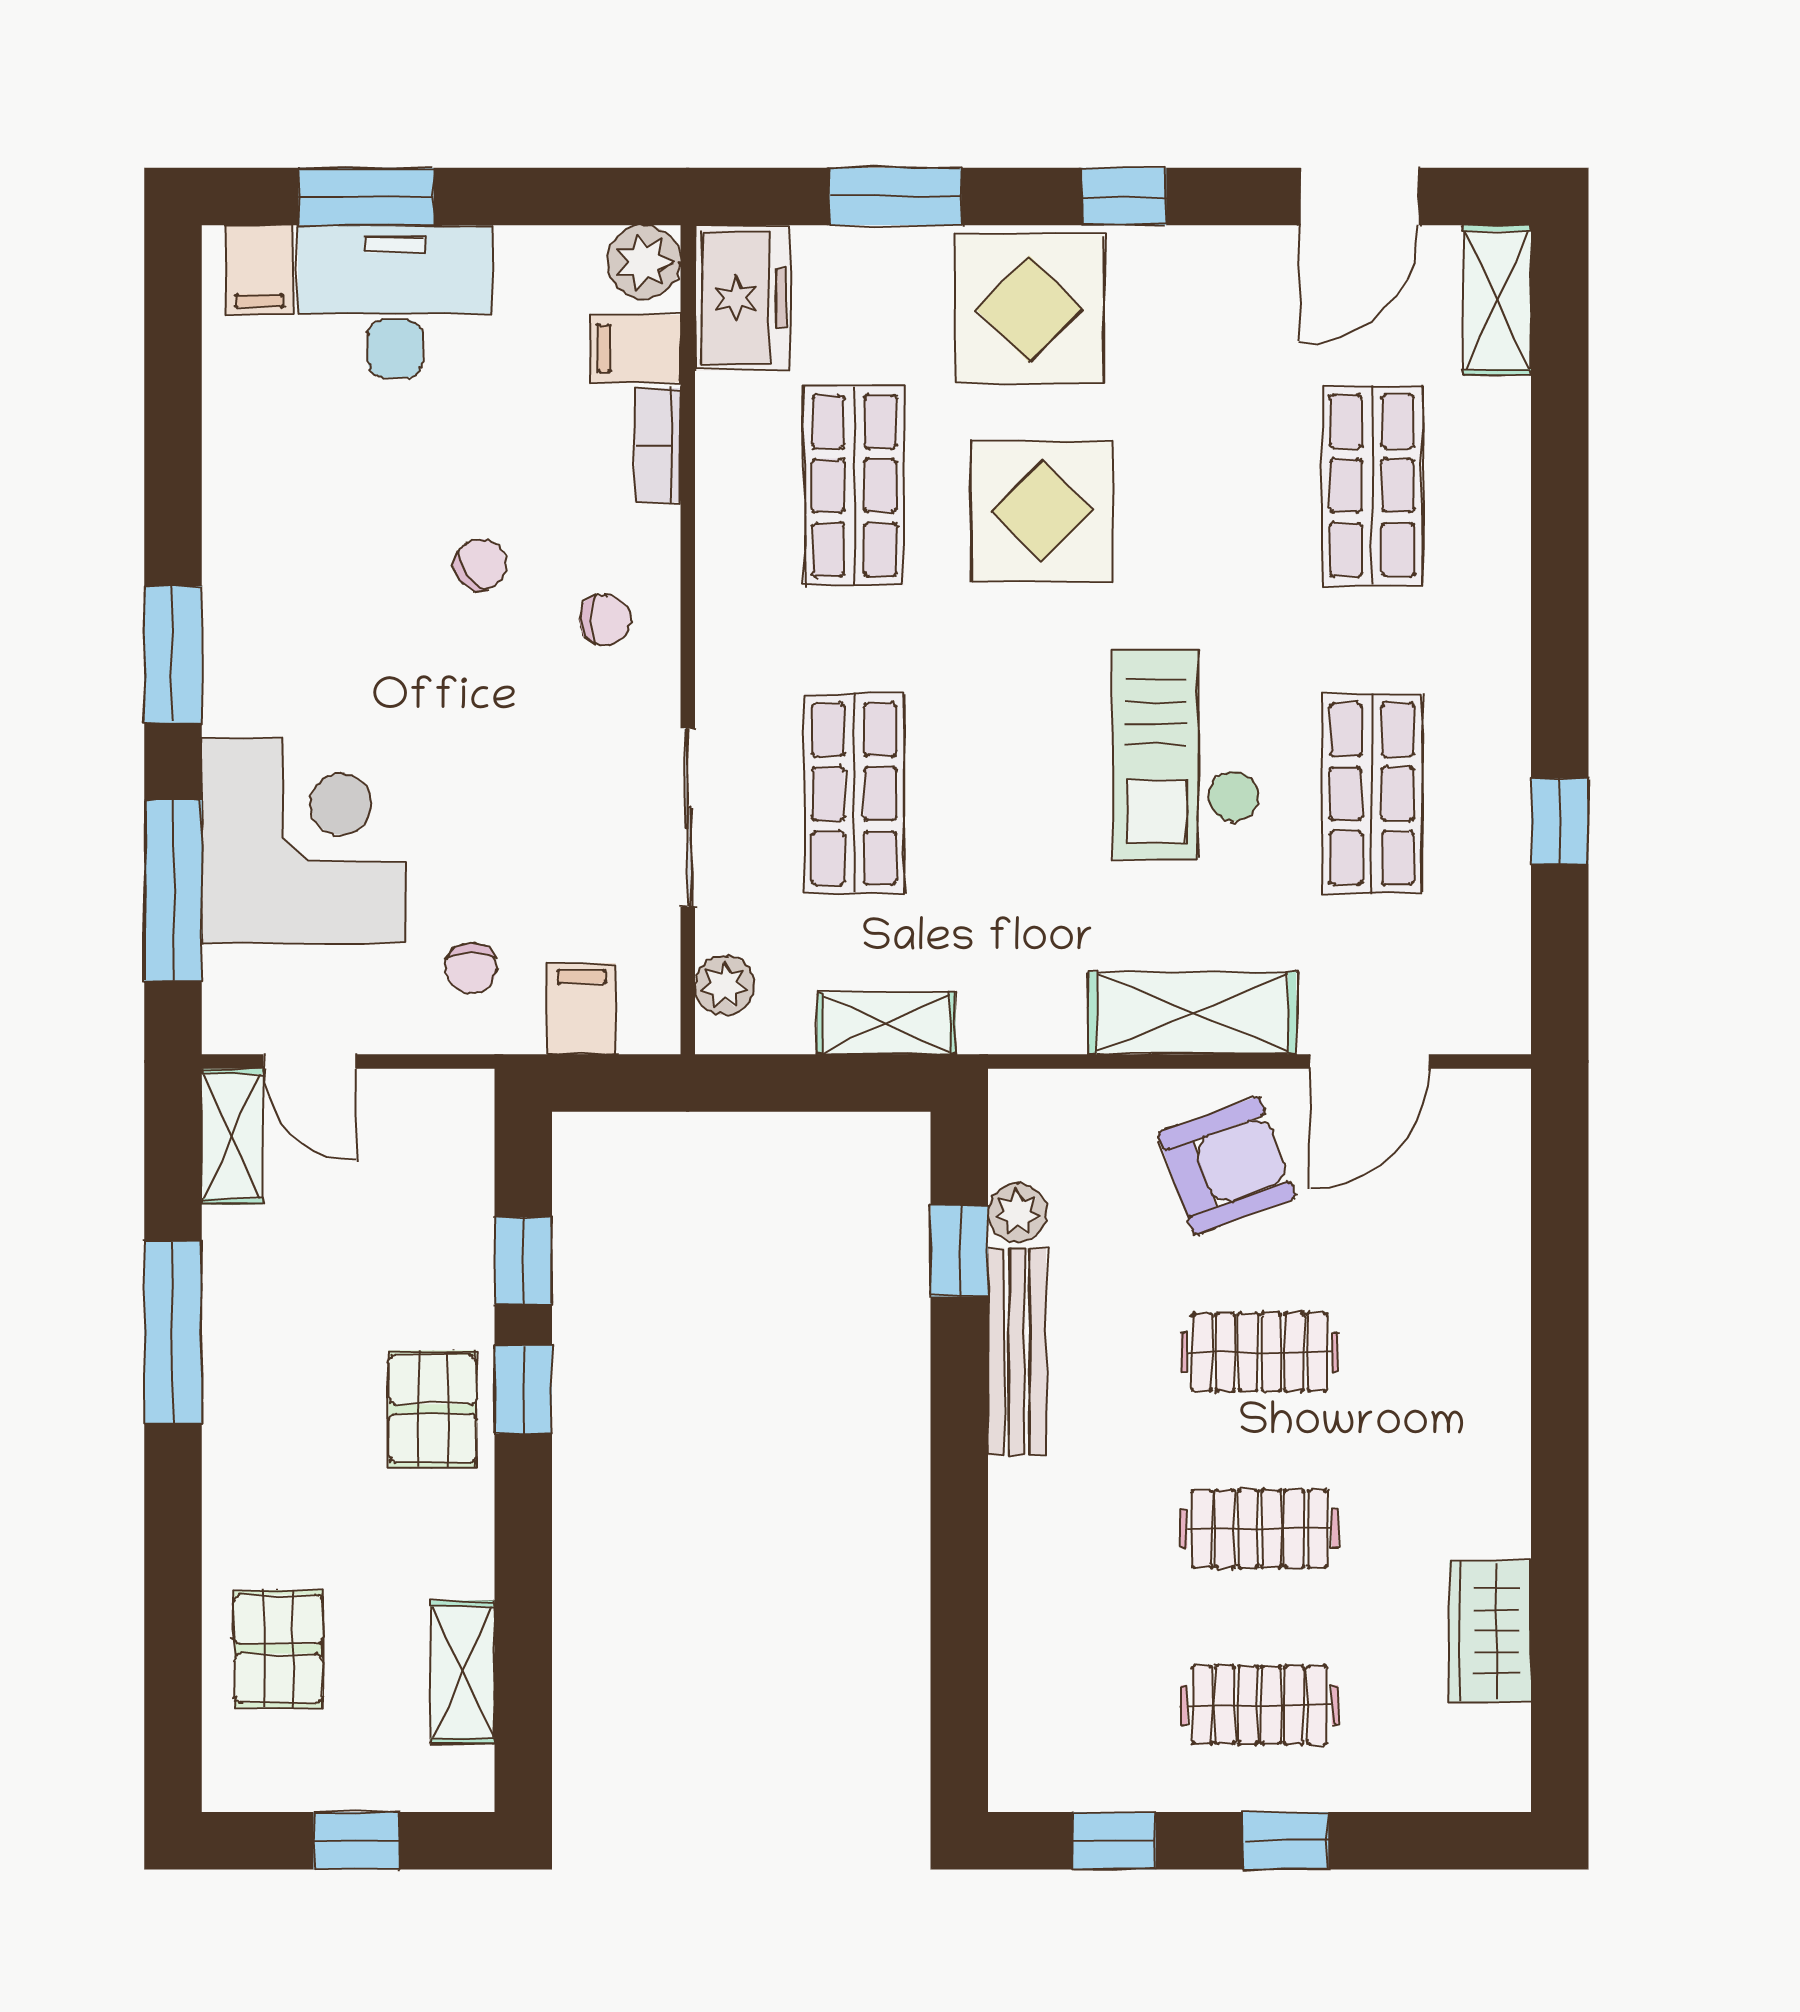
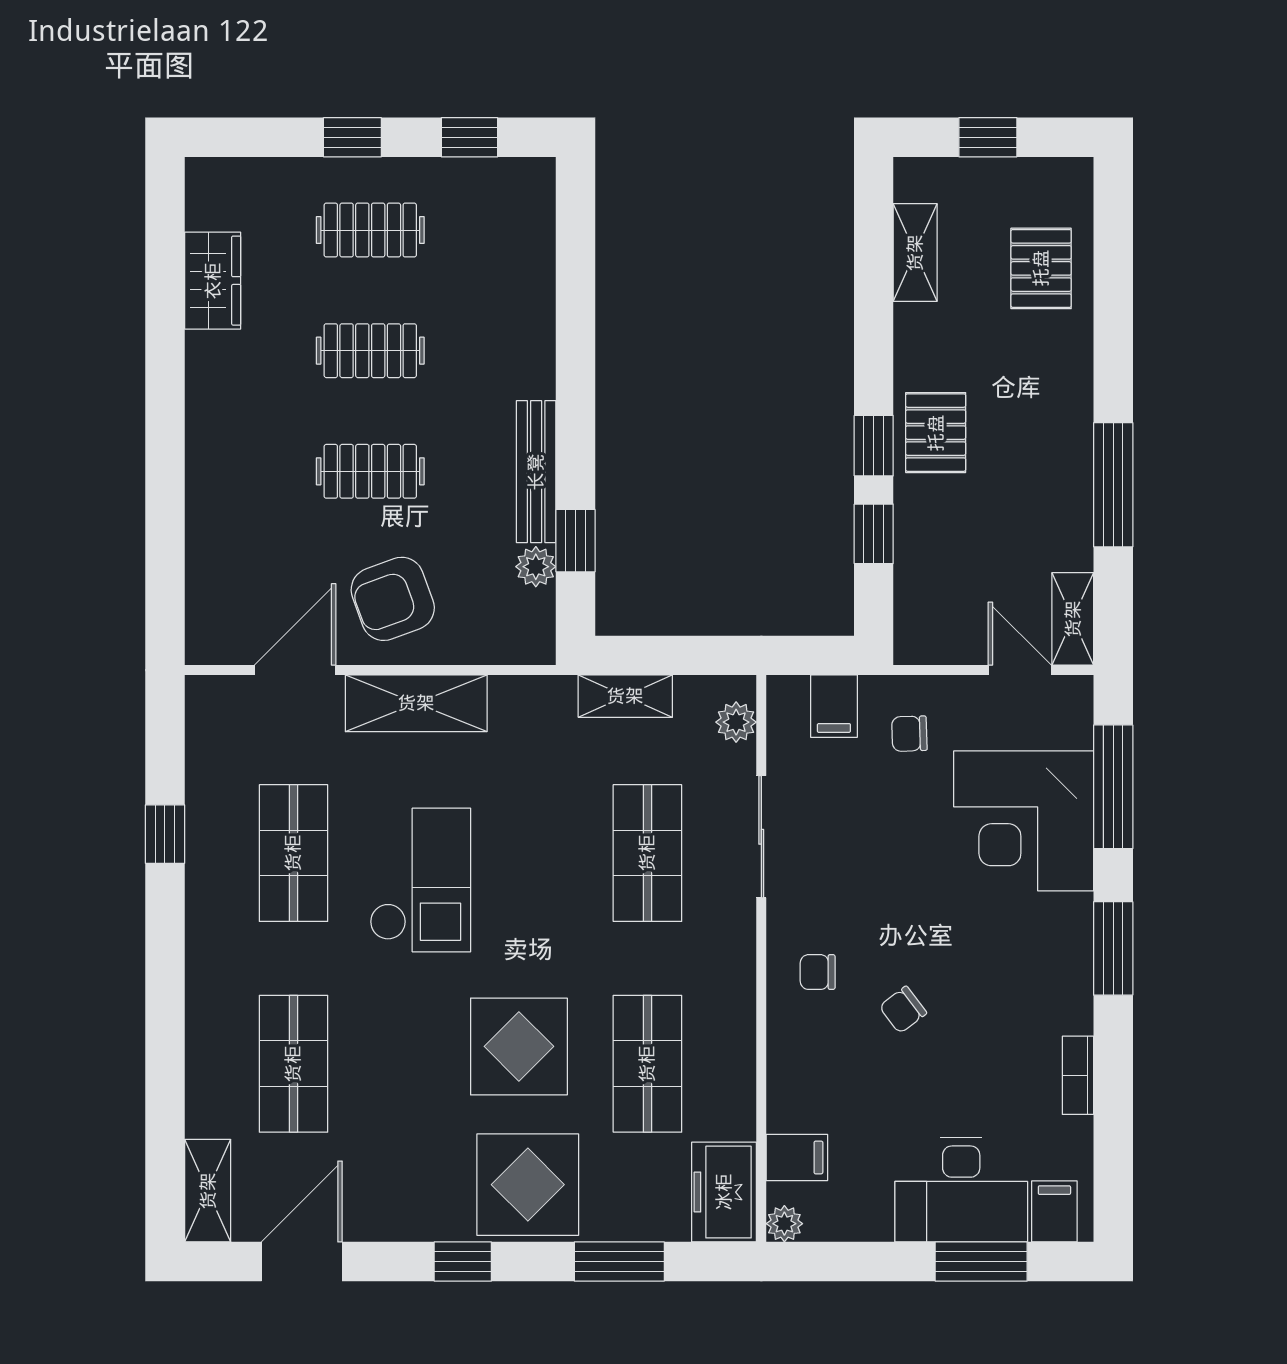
plant: (644, 262) -> (784, 1224), width x0.73, depth x0.73
bookcase: (658, 445) -> (1078, 1075), moved, turned 180
chair: (471, 968) -> (909, 734), turned -92

